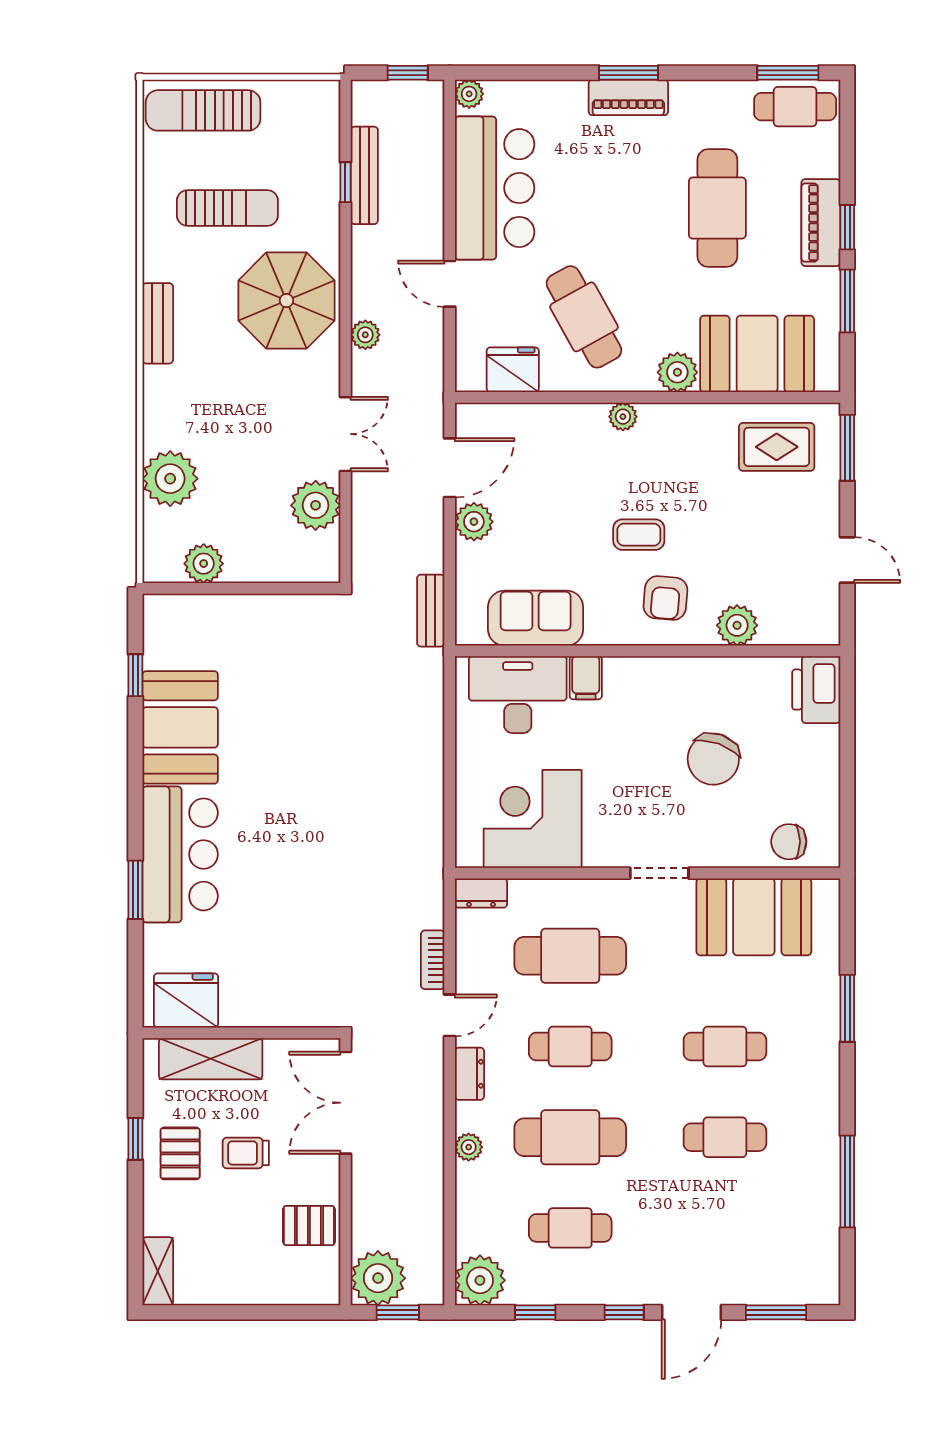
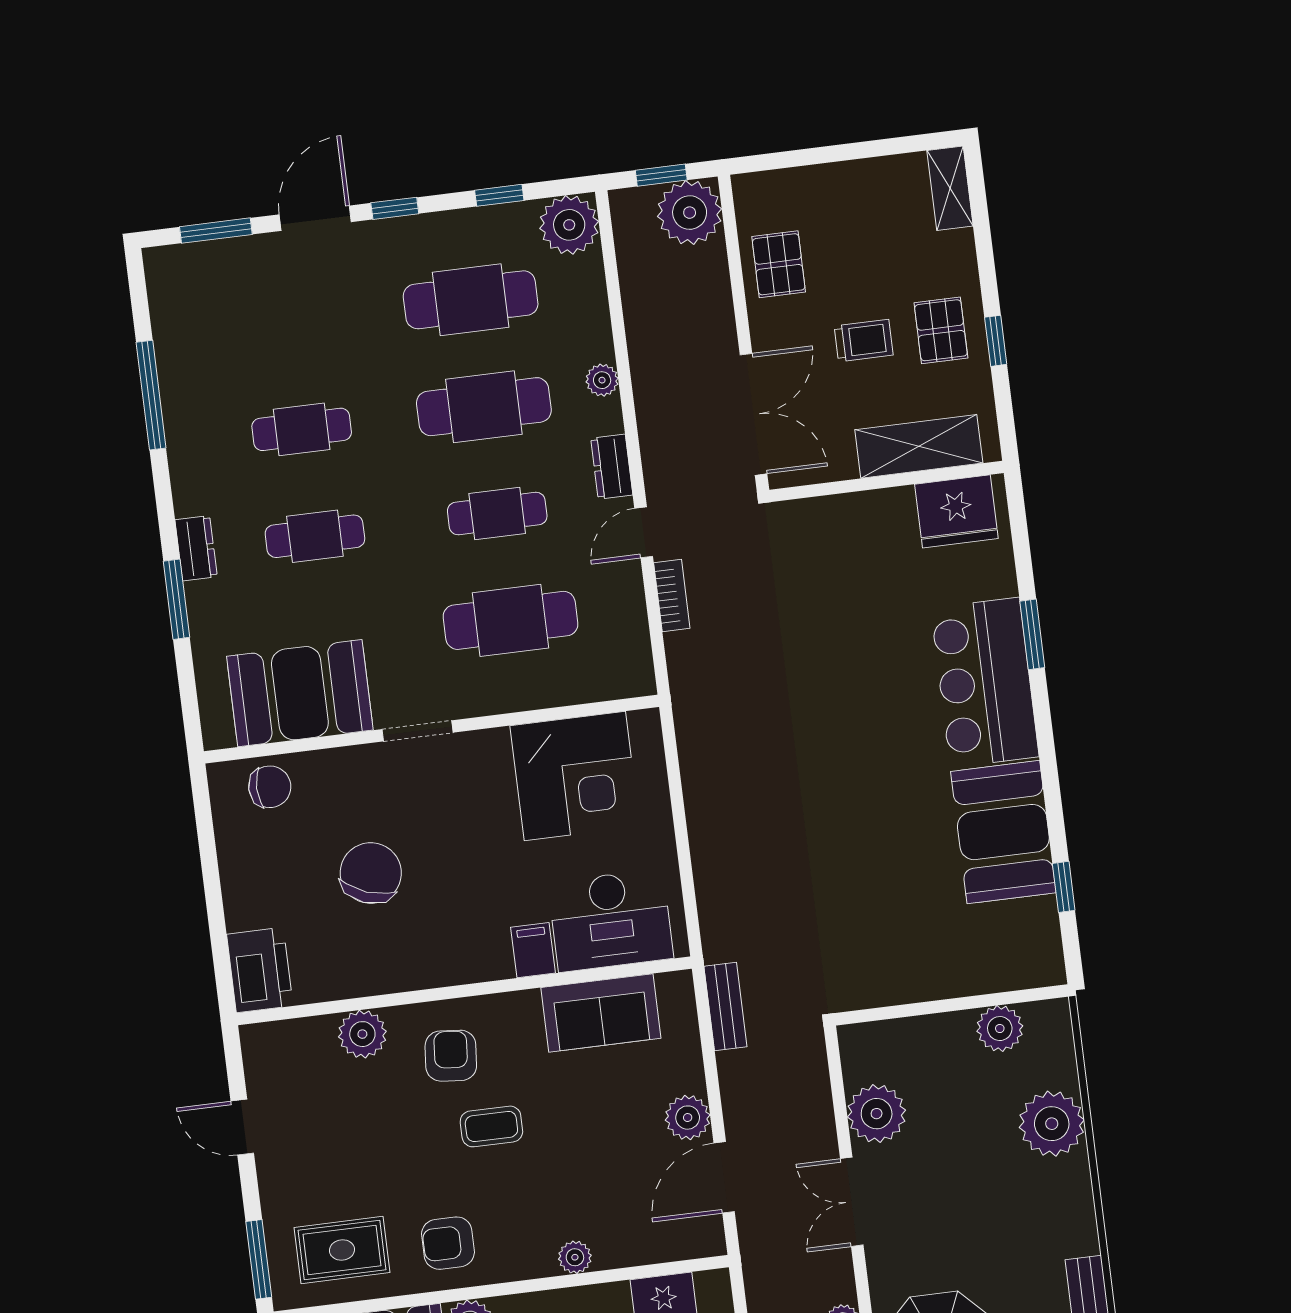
plant: (623, 417) -> (575, 1257), moved
armchair: (687, 442) -> (448, 1243), added
dresser: (481, 893) -> (196, 548), moved, turned 90
pallet: (309, 1226) -> (779, 264), turned 90
cafe table: (570, 1228) -> (471, 300), width x1.37, depth x1.35

